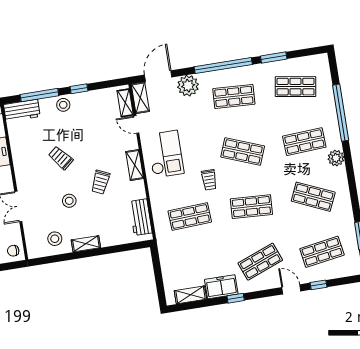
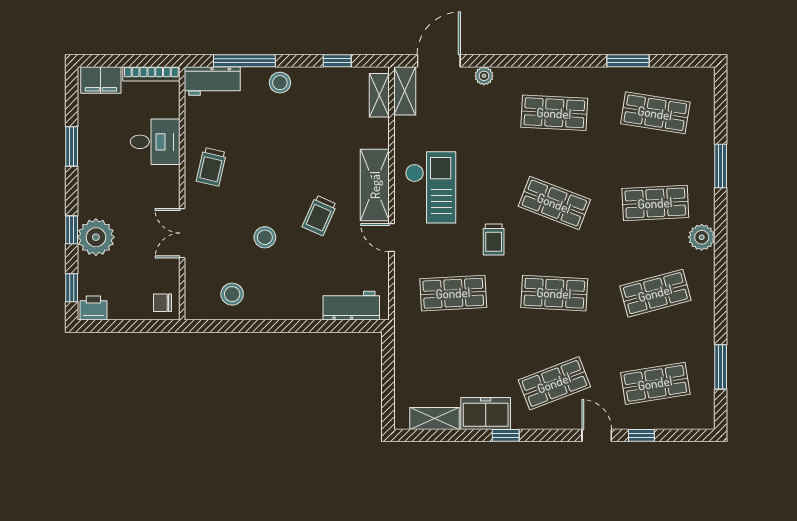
window: (223, 66) -> (545, 61), removed
plant: (188, 86) -> (484, 76), width x0.53, depth x0.53
window: (79, 89) -> (337, 61), moved
window: (341, 113) -> (721, 166), width x0.47
door: (136, 125) -> (391, 238), moved
trolley: (61, 158) -> (211, 167), moved, turned -127
shelving: (135, 165) -> (375, 185), width x1.50, depth x1.33
shop shelf: (313, 197) -> (655, 293), turned -39
workbench: (141, 217) -> (351, 306), moved, turned 90
shelving: (86, 244) -> (281, 310), removed

